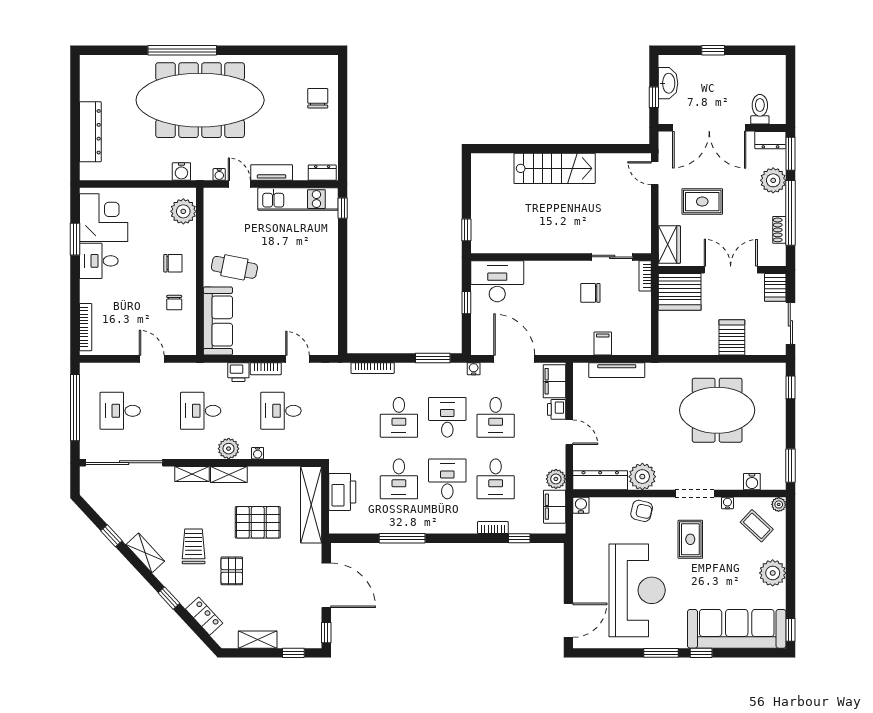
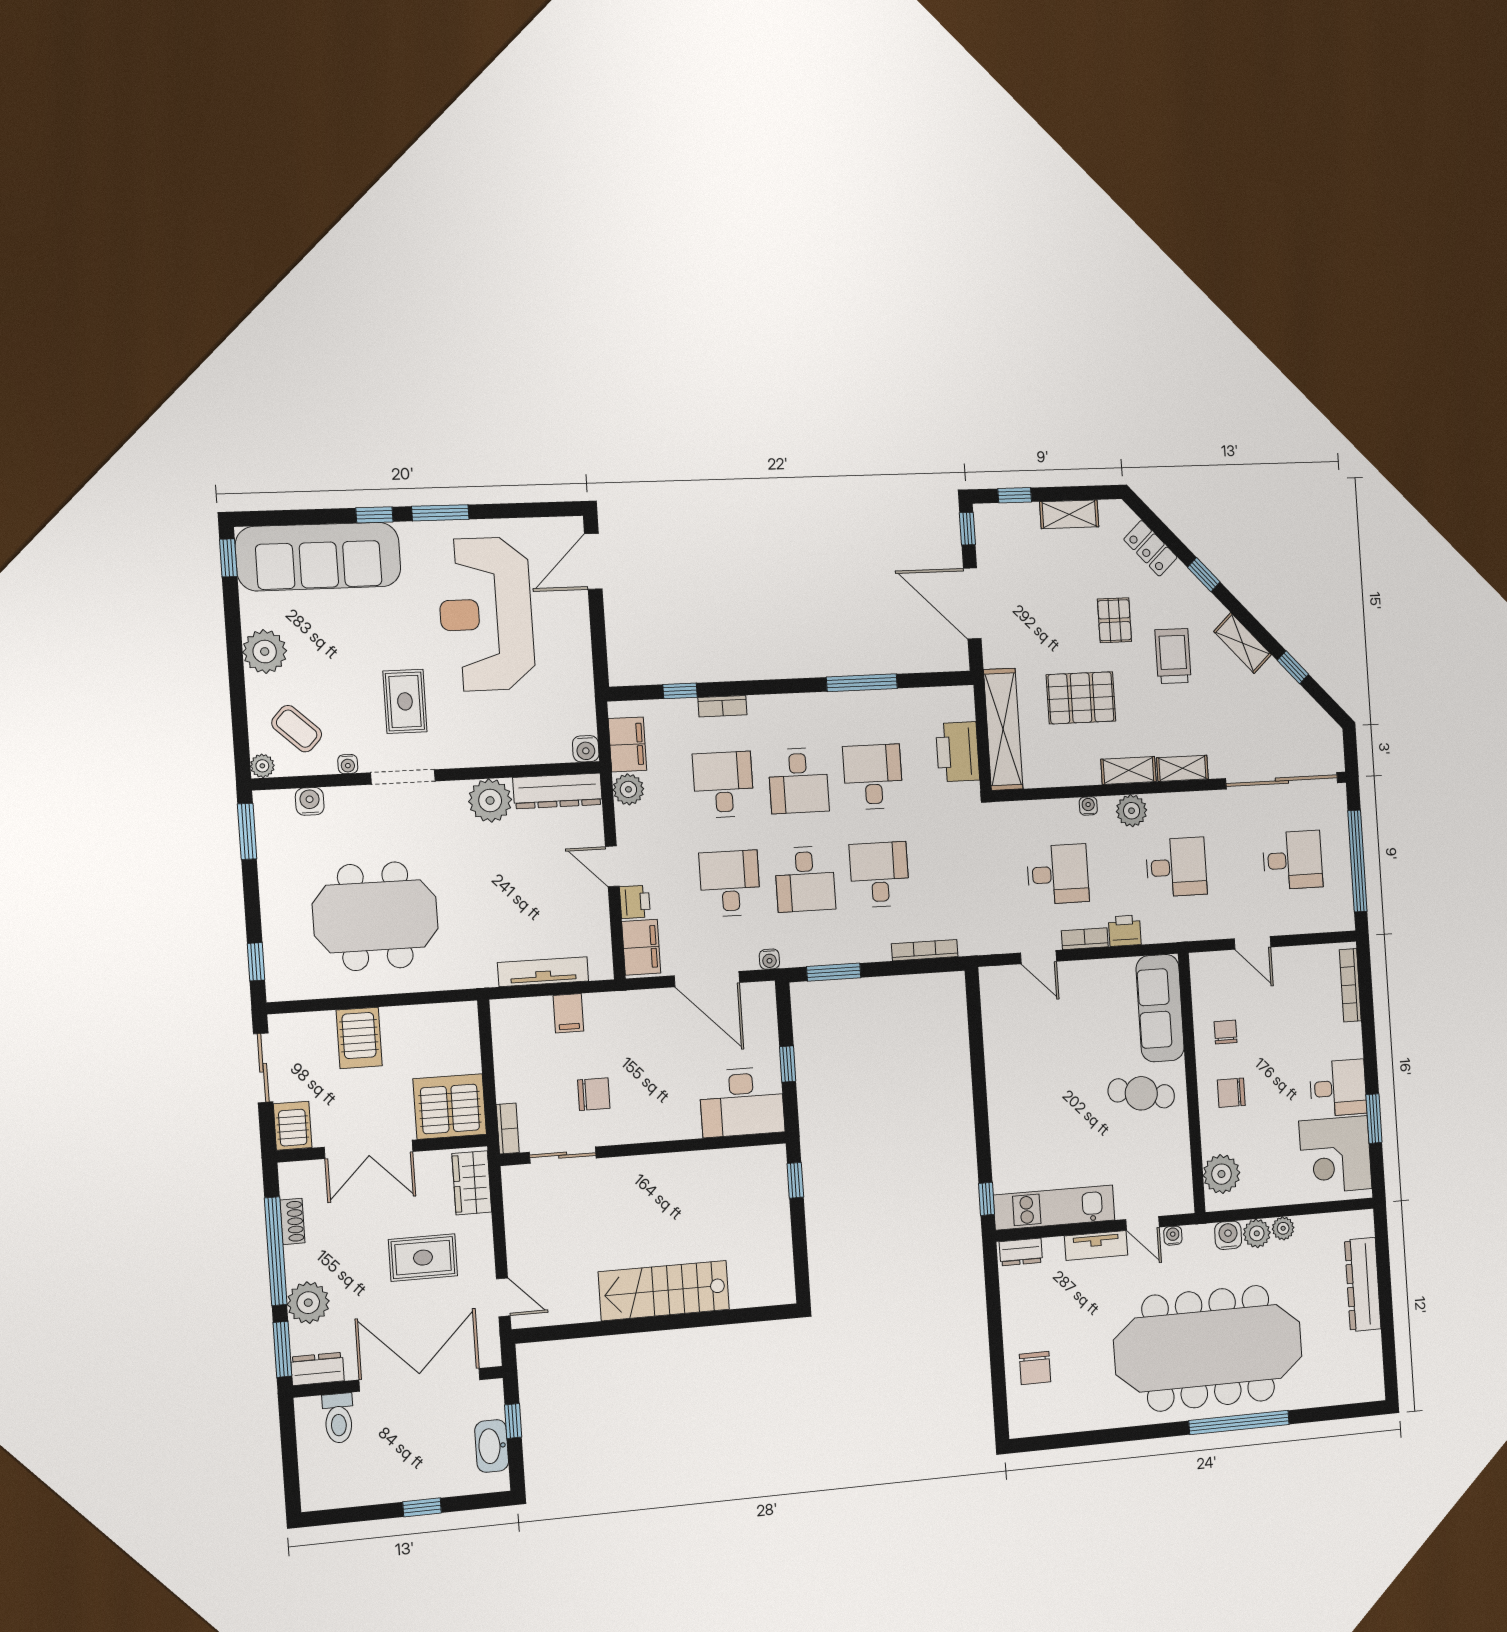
plant: (162, 171) -> (1257, 1233), added
plant: (143, 173) -> (1283, 1228), added
armchair: (642, 511) -> (488, 744), removed
trolley: (194, 546) -> (1173, 656), turned 180

